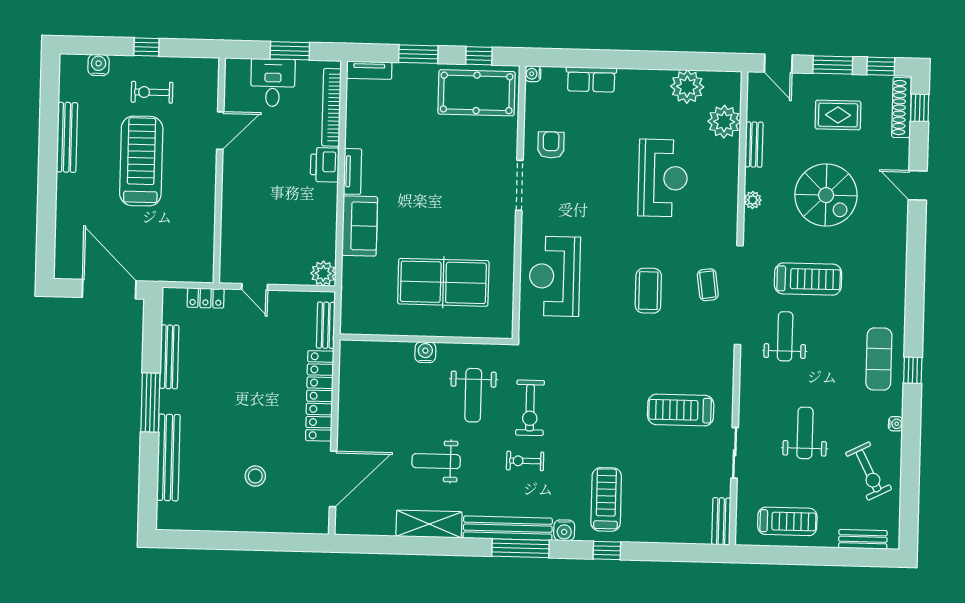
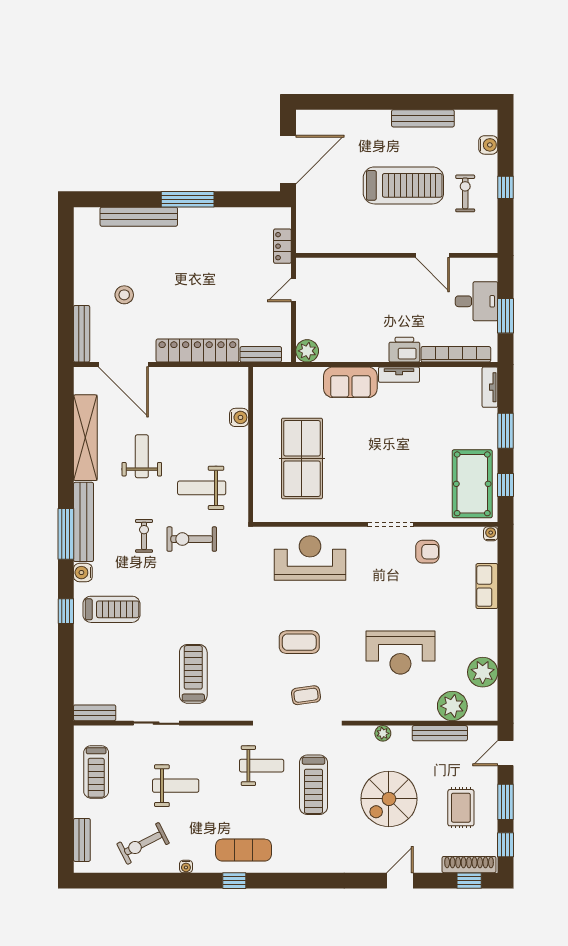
bench: (754, 145) -> (440, 733), width x1.36
water cooler: (425, 352) -> (239, 417), moved
bench: (169, 357) -> (82, 334), moved, turned 90
shelving: (429, 524) -> (85, 438), width x1.47

